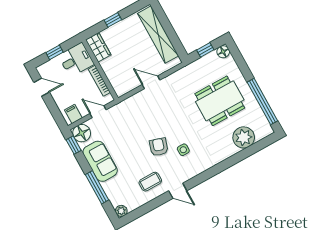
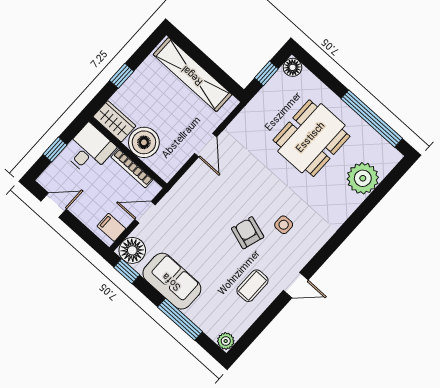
boiler: (113, 67) -> (144, 142), added
door: (151, 82) -> (206, 145), swing flipped

